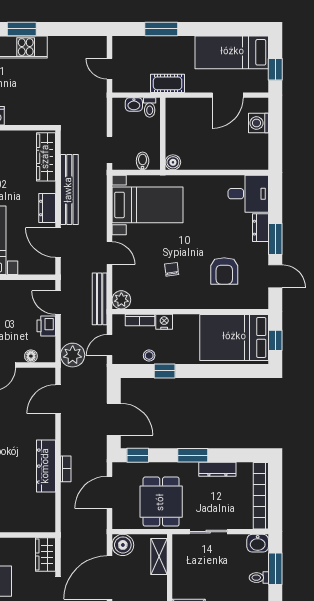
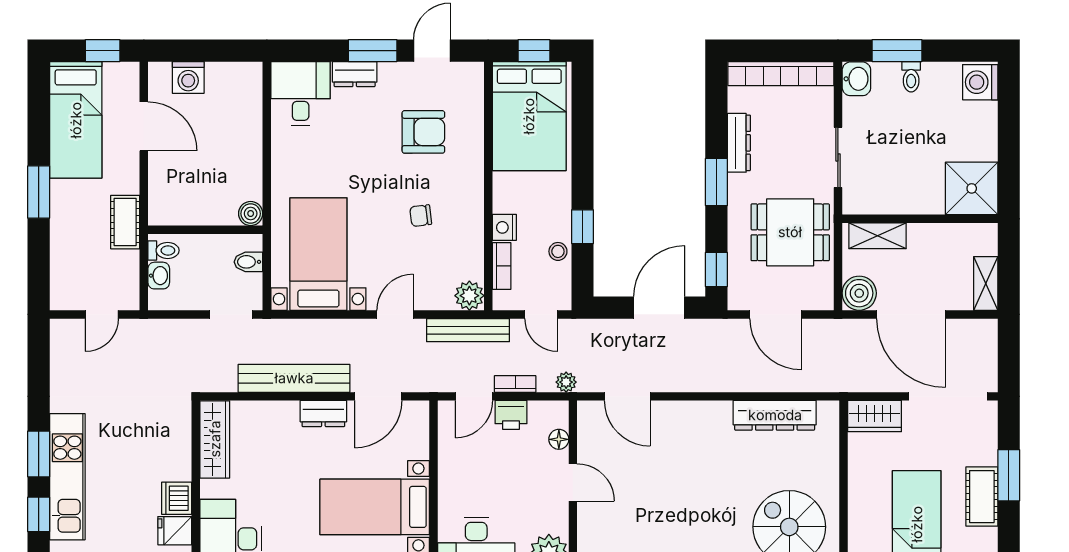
window: (161, 29) -> (39, 192), moved
wardrobe: (46, 157) -> (215, 439), moved, turned -90
plant: (73, 355) -> (566, 382), width x0.53, depth x0.53
dresser: (46, 466) -> (775, 415), moved
bookcase: (66, 469) -> (515, 384), moved

